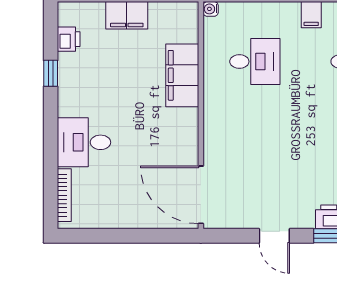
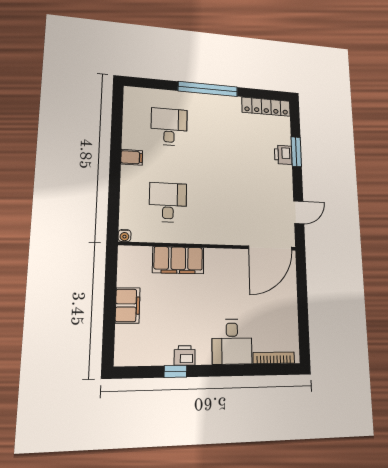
printer: (69, 39) -> (185, 355), moved
door: (274, 236) -> (299, 212), moved

